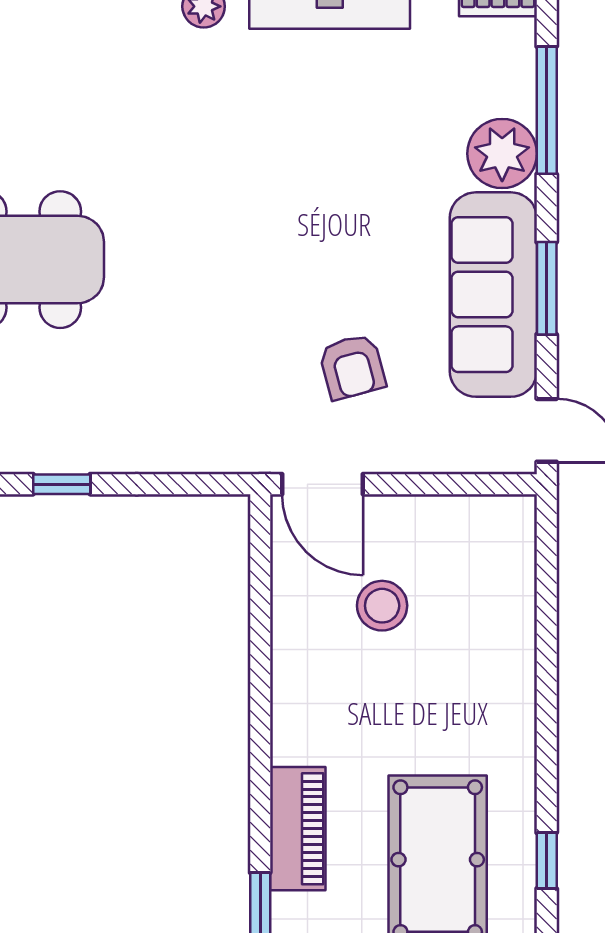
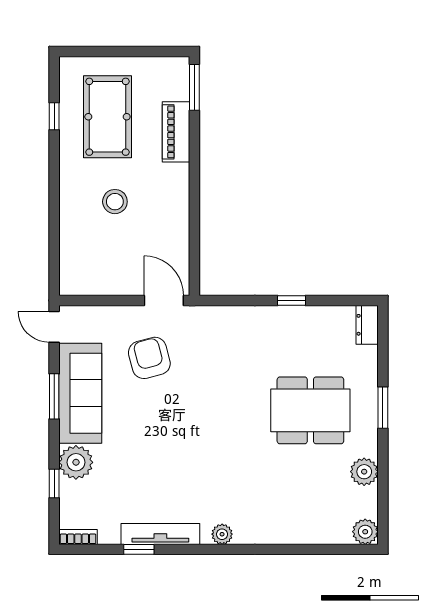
window: (547, 110) -> (54, 483), width x0.46
armchair: (352, 367) -> (149, 358), width x1.38, depth x1.38
stool: (382, 606) -> (115, 202), moved

